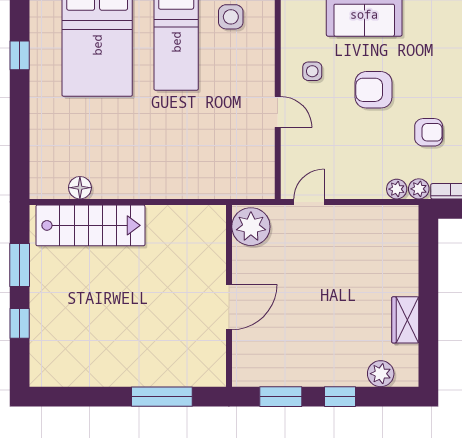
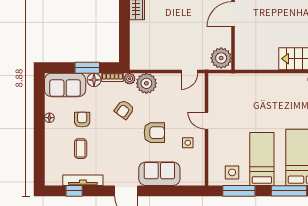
armchair: (429, 132) -> (124, 109), turned -54
plant: (397, 189) -> (146, 83), width x1.87, depth x1.87

